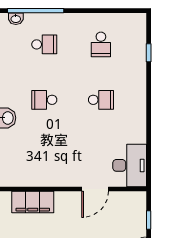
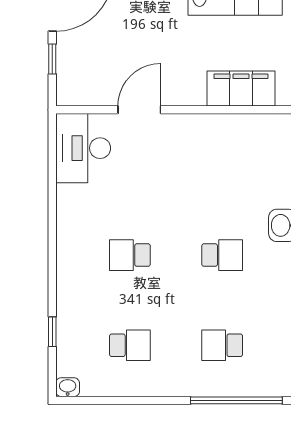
washbasin: (16, 19) -> (68, 387), moved
school desk: (101, 44) -> (130, 345), turned 90

